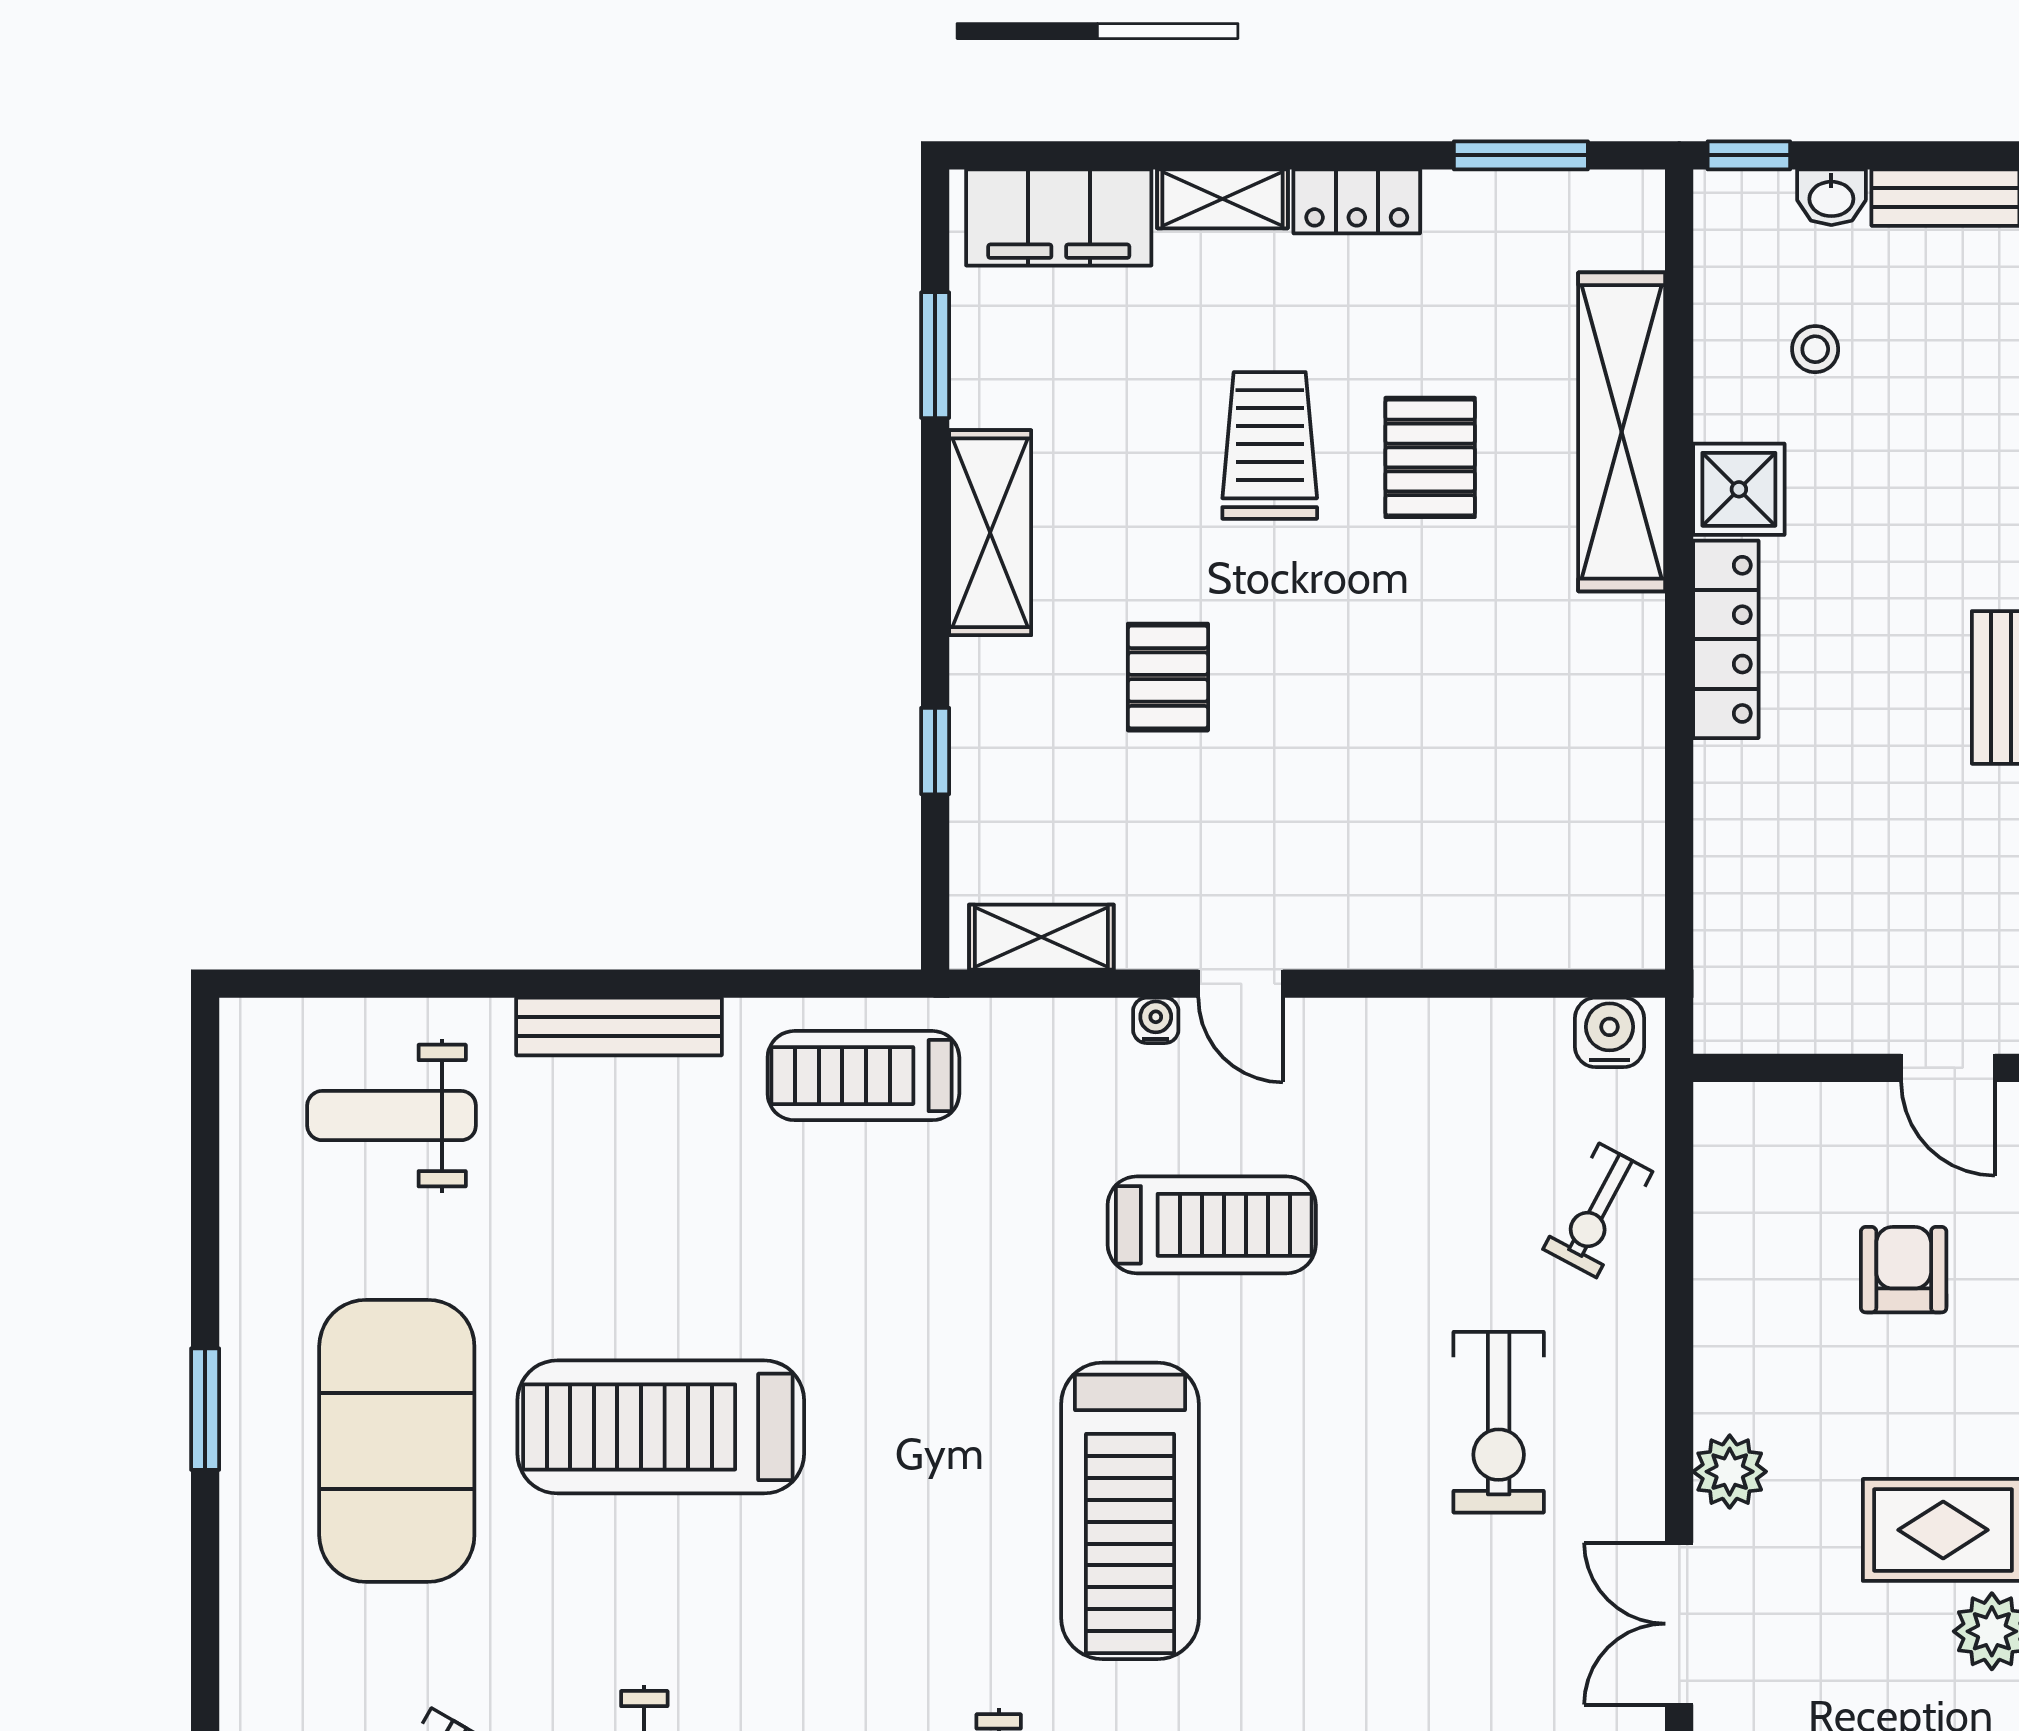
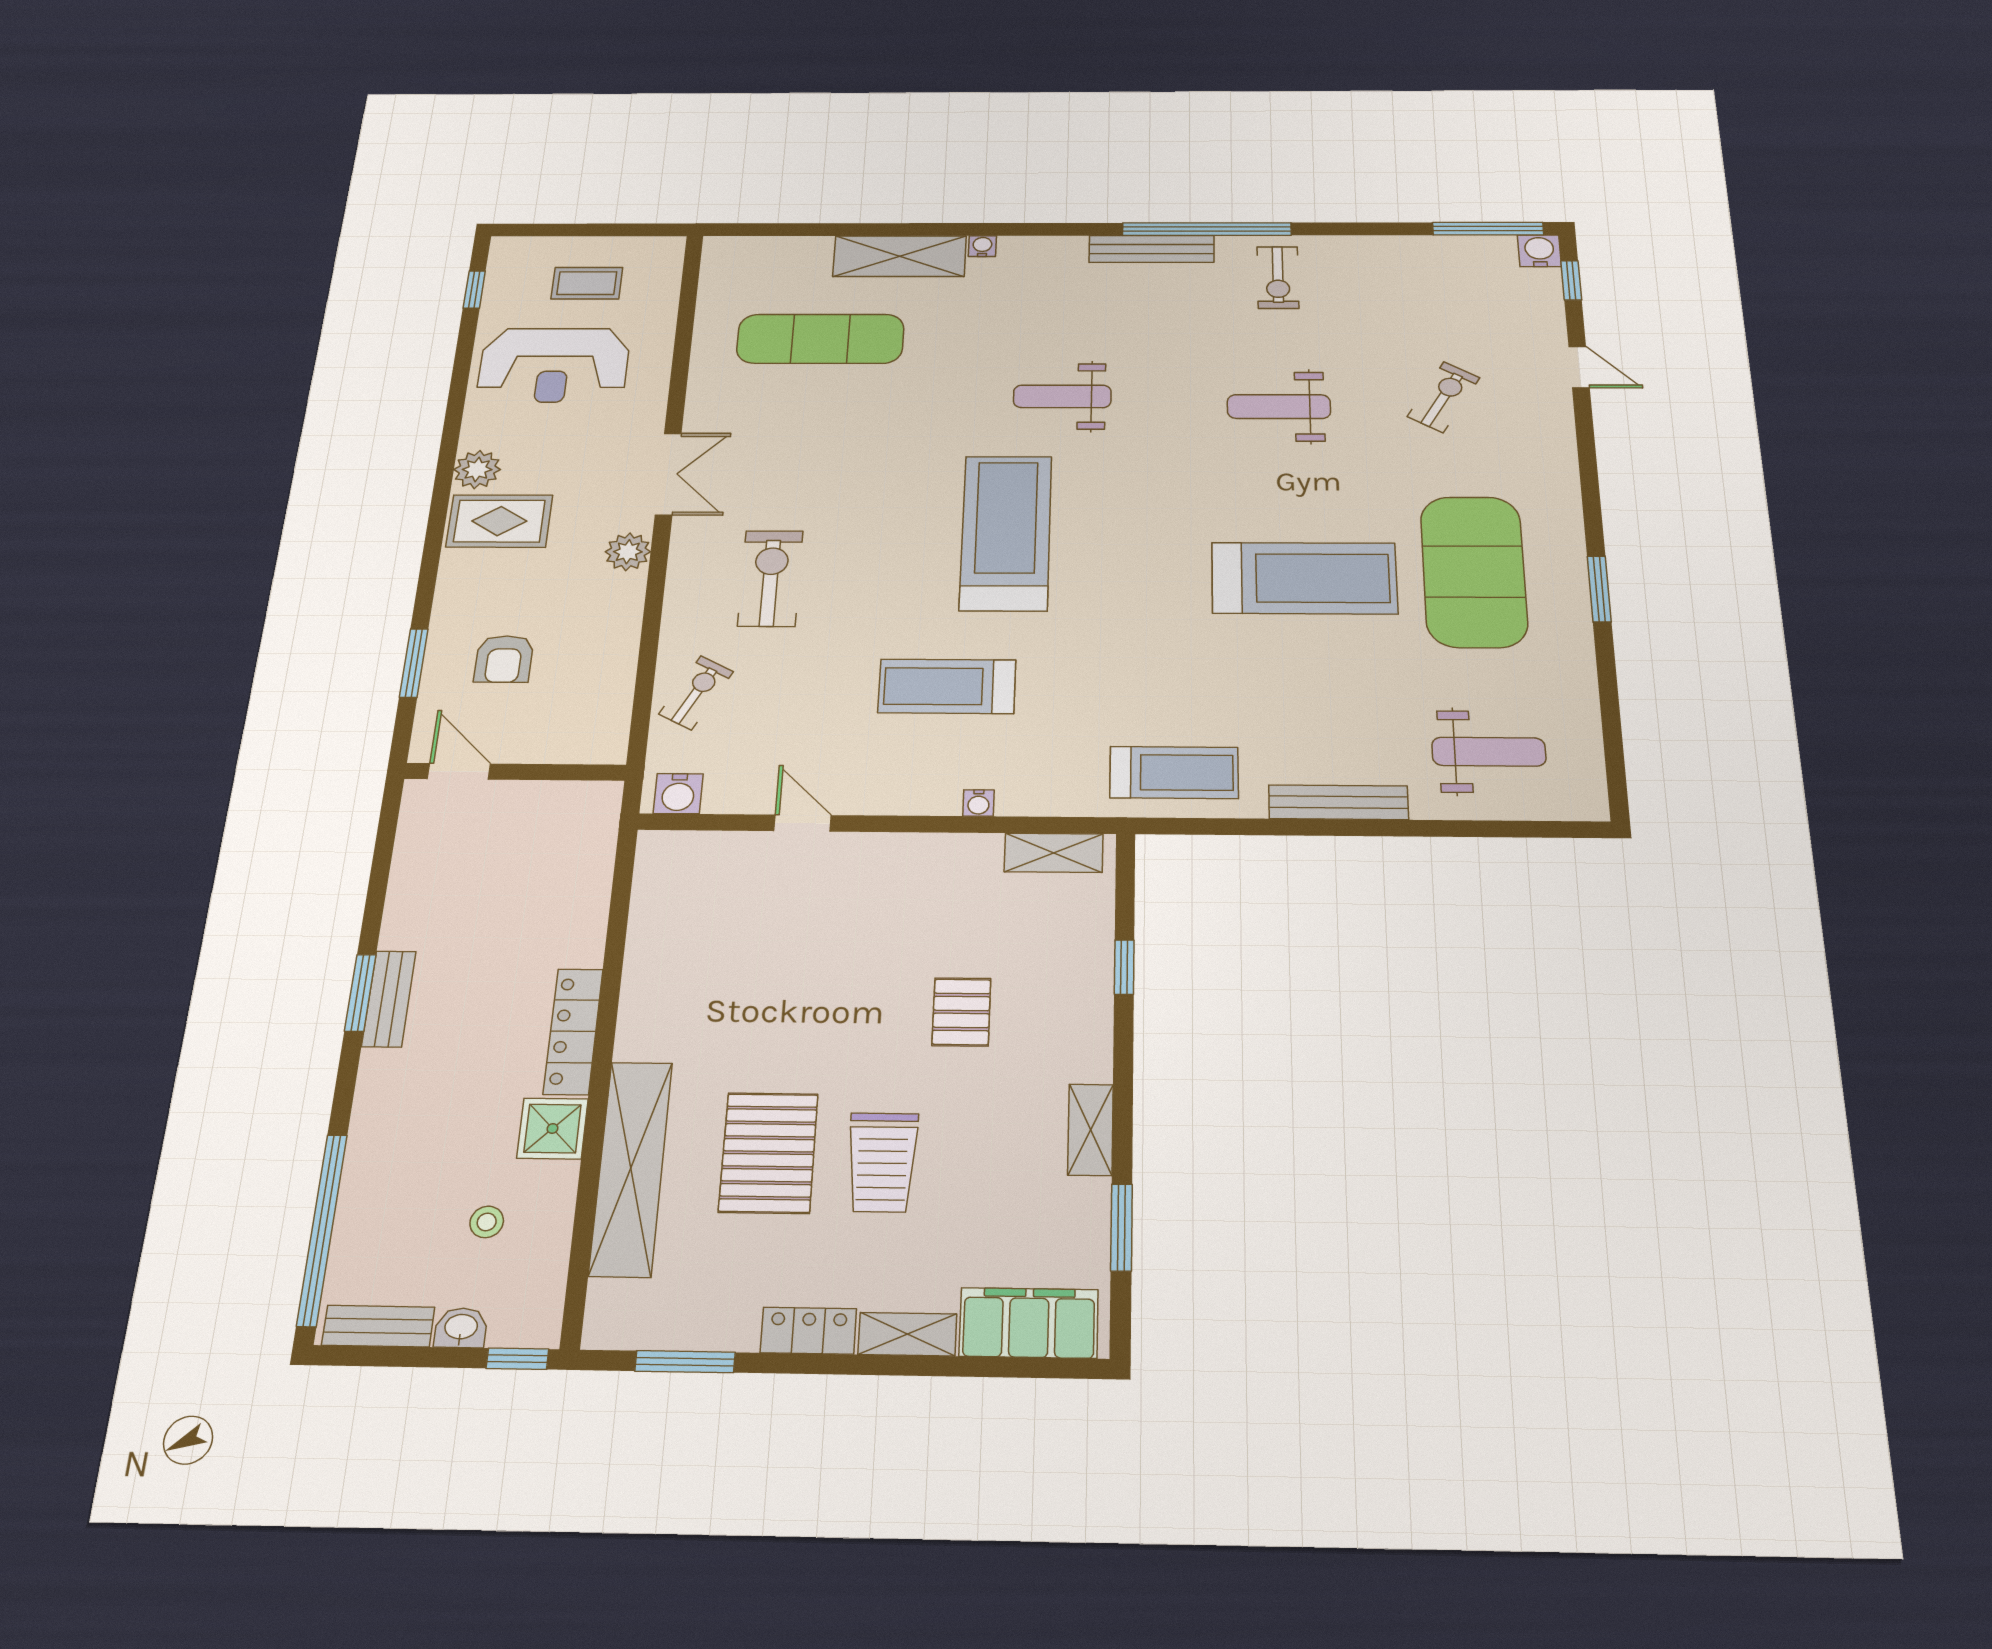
pallet: (1430, 457) -> (768, 1153), width x1.50, depth x1.42
shelving: (990, 533) -> (1090, 1130), width x0.67, depth x0.75
door: (1241, 984) -> (803, 823), moved

